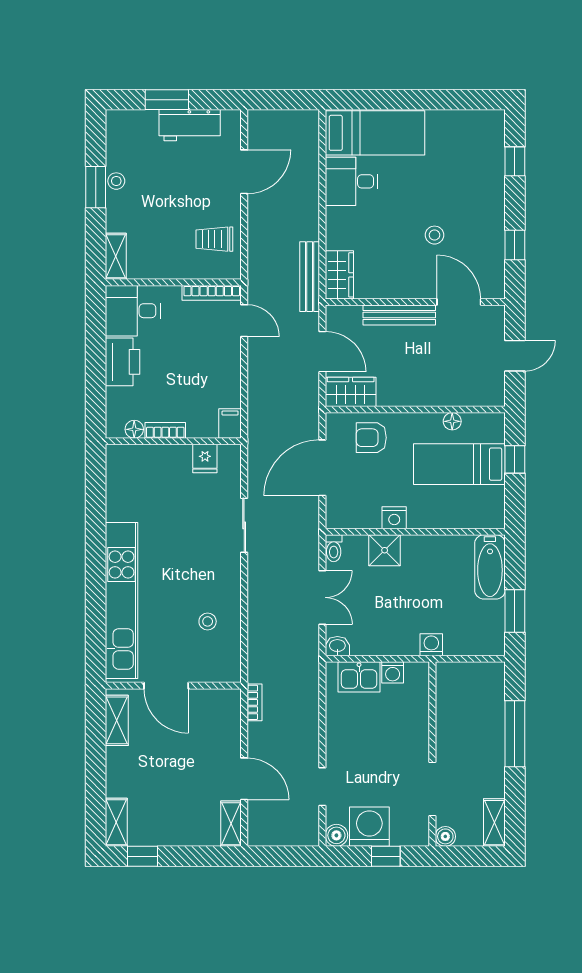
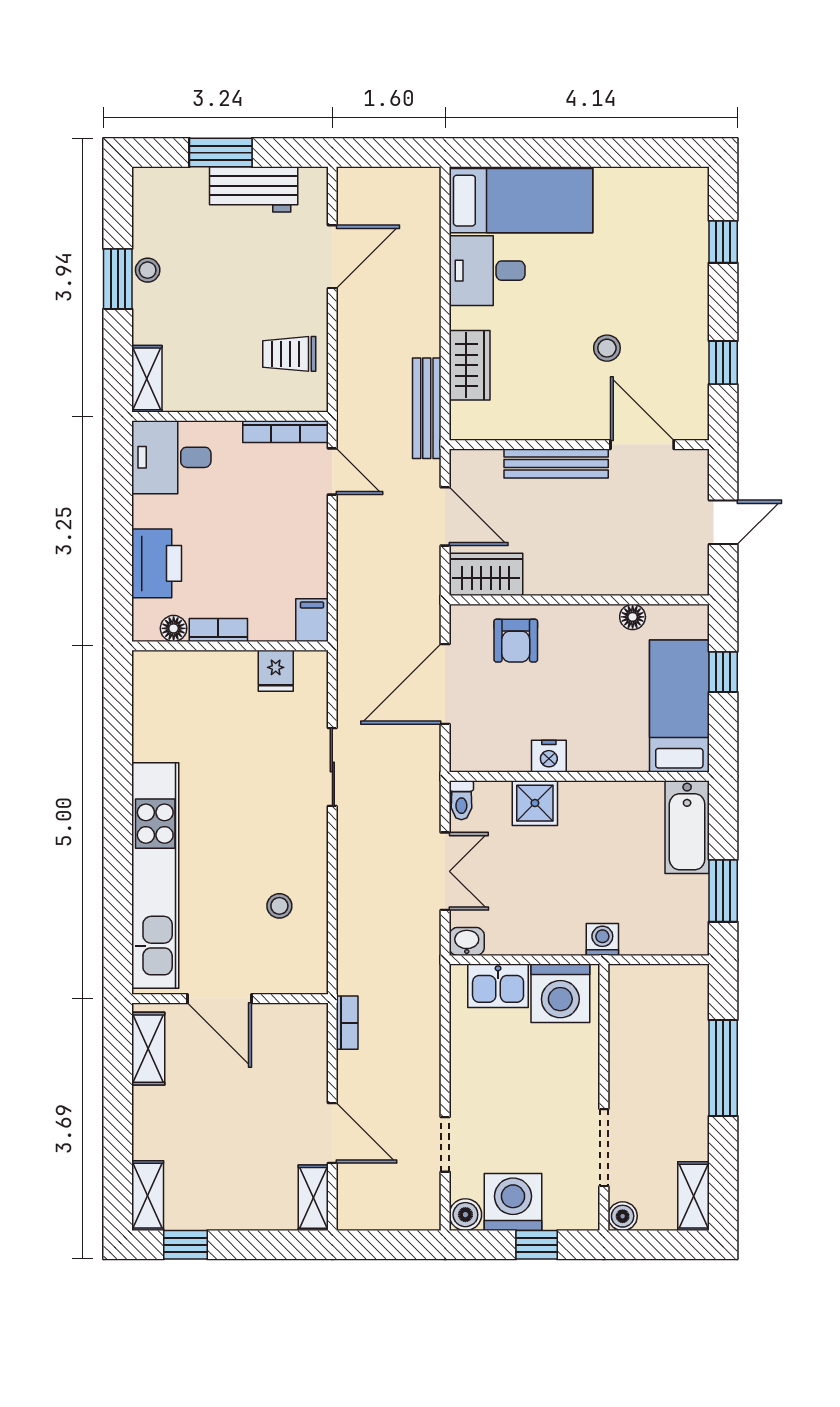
wardrobe: (339, 275) -> (470, 365), moved
printer: (123, 362) -> (157, 563), moved
armchair: (371, 438) -> (516, 641), turned -90
bed: (459, 464) -> (679, 706), moved, turned 90
washing machine: (393, 672) -> (560, 993), width x1.89, depth x1.89

